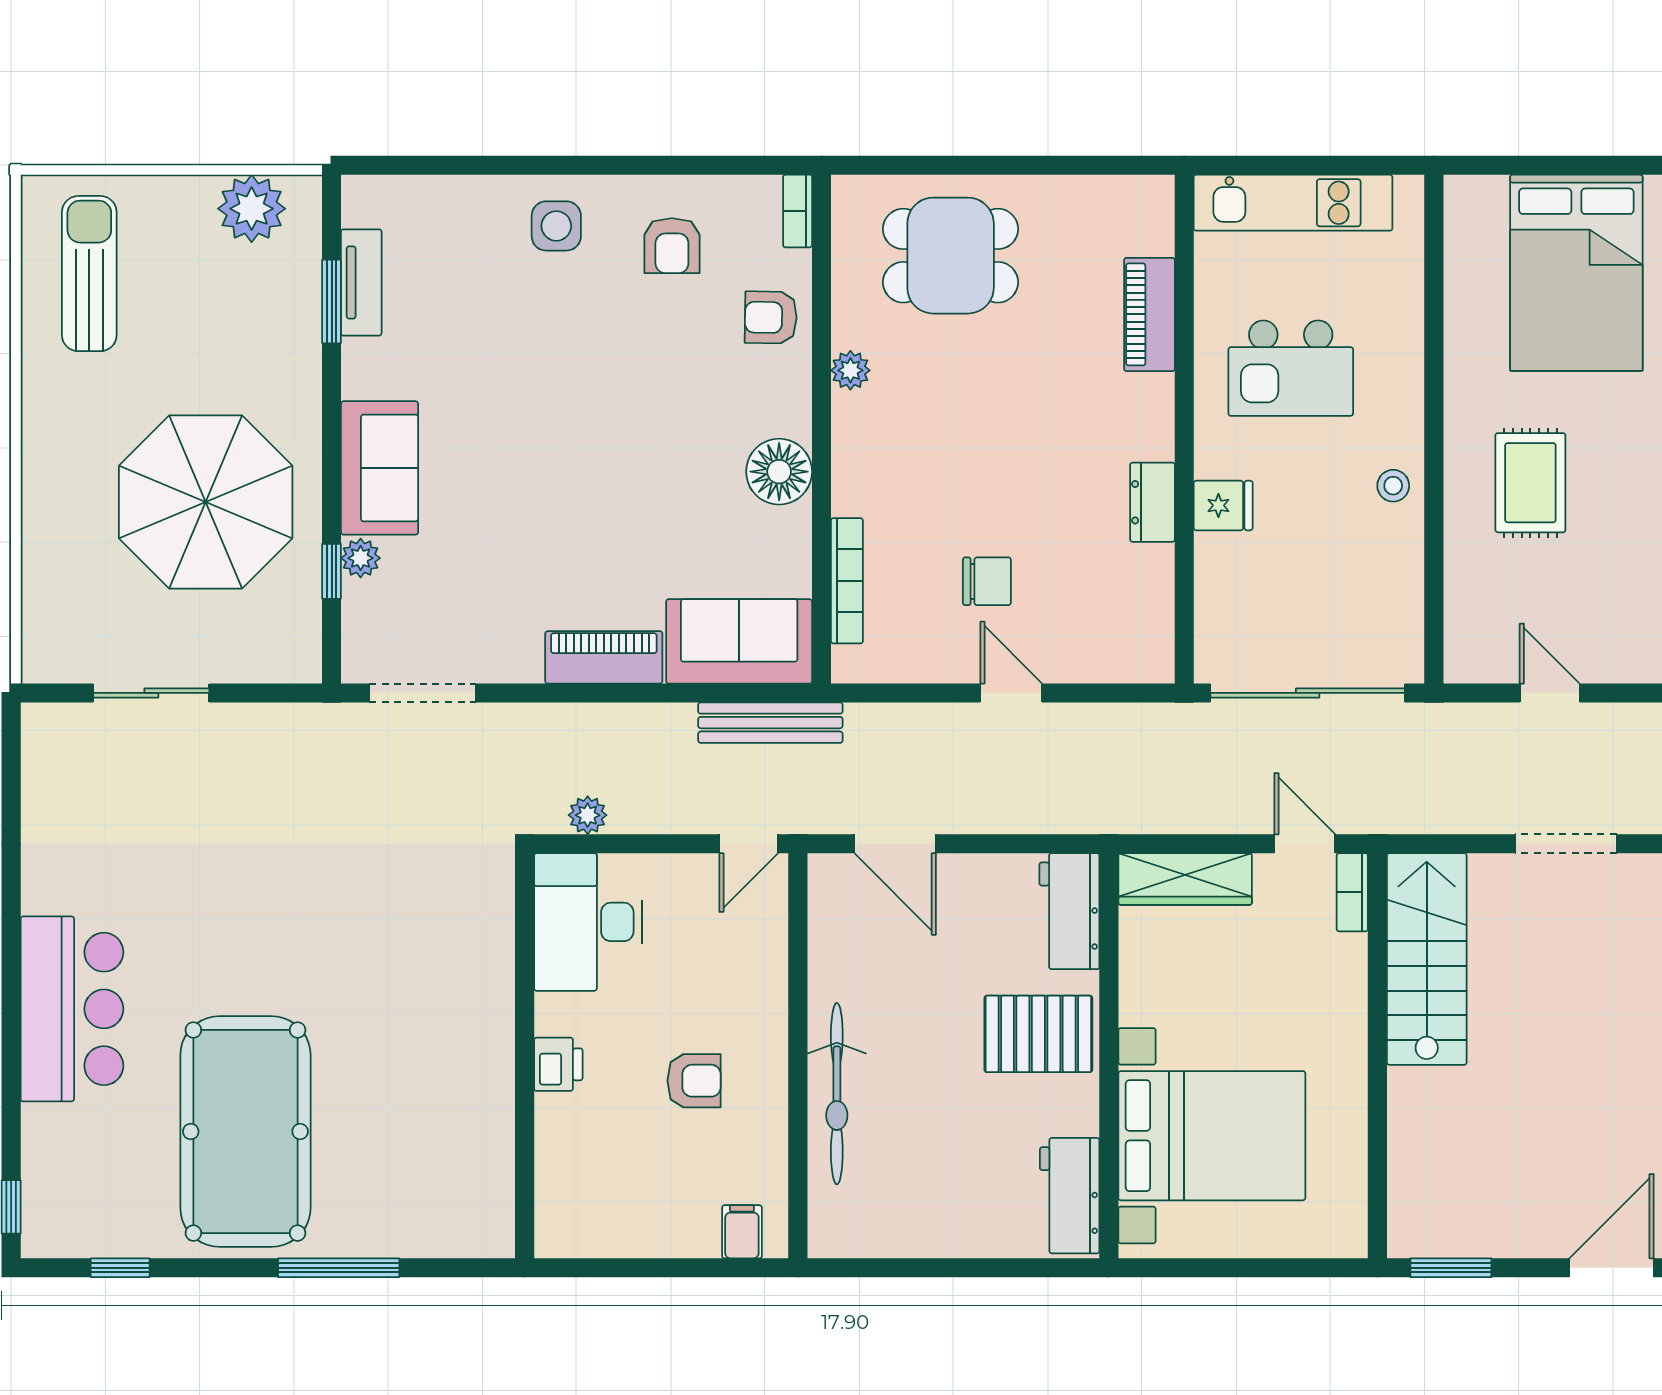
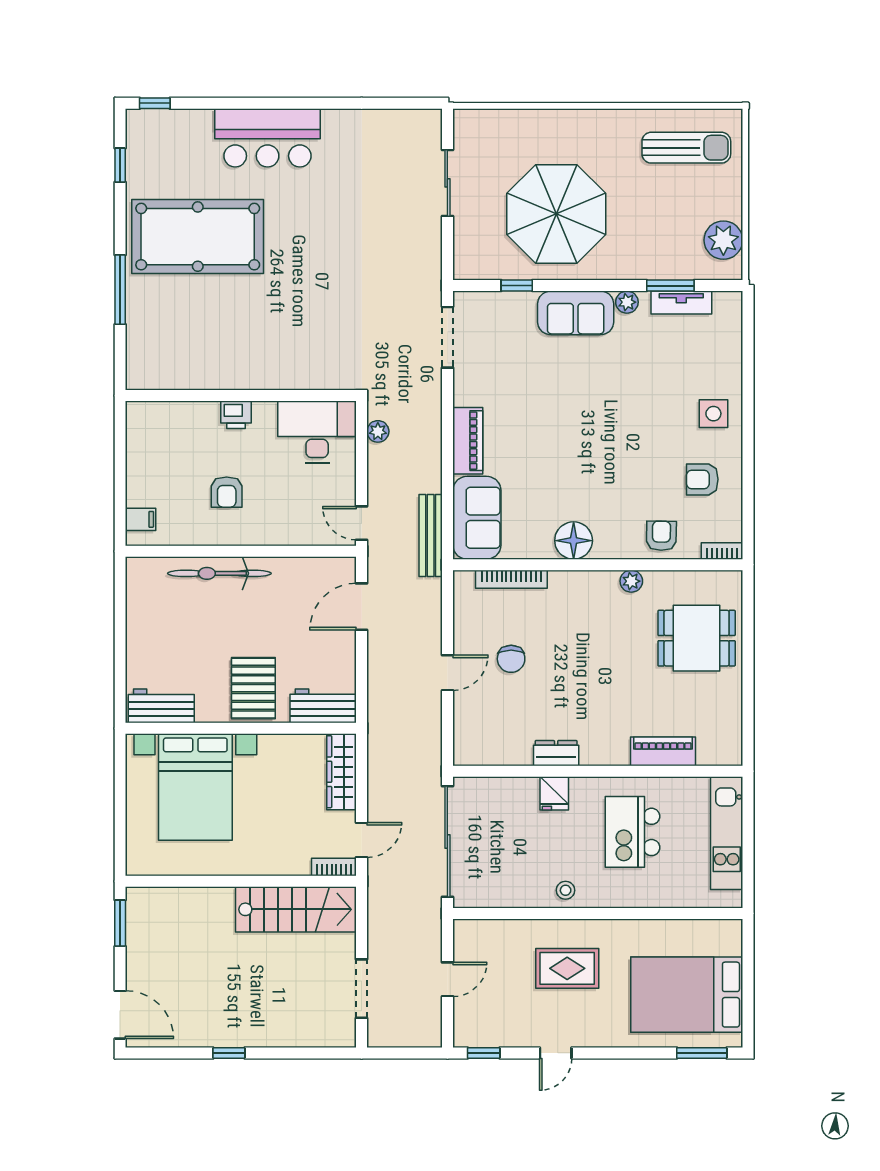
dining table: (951, 256) -> (697, 638), turned 90
plant: (361, 558) -> (627, 302), moved

